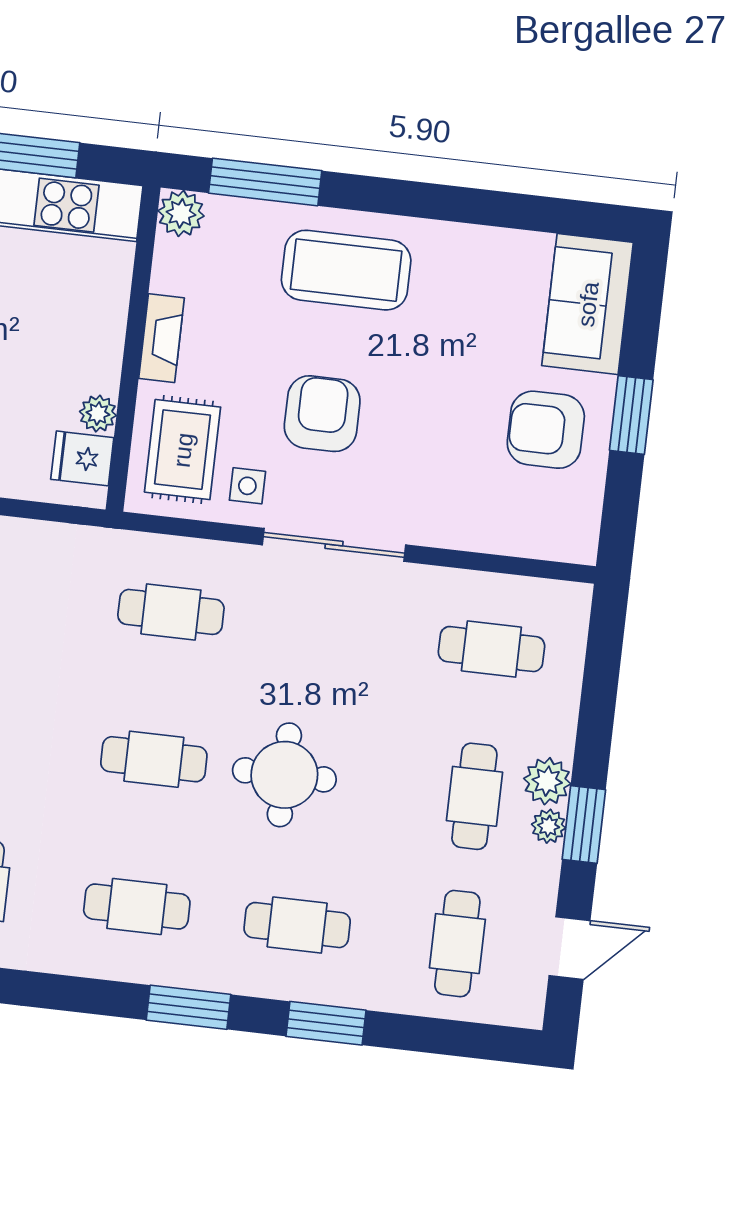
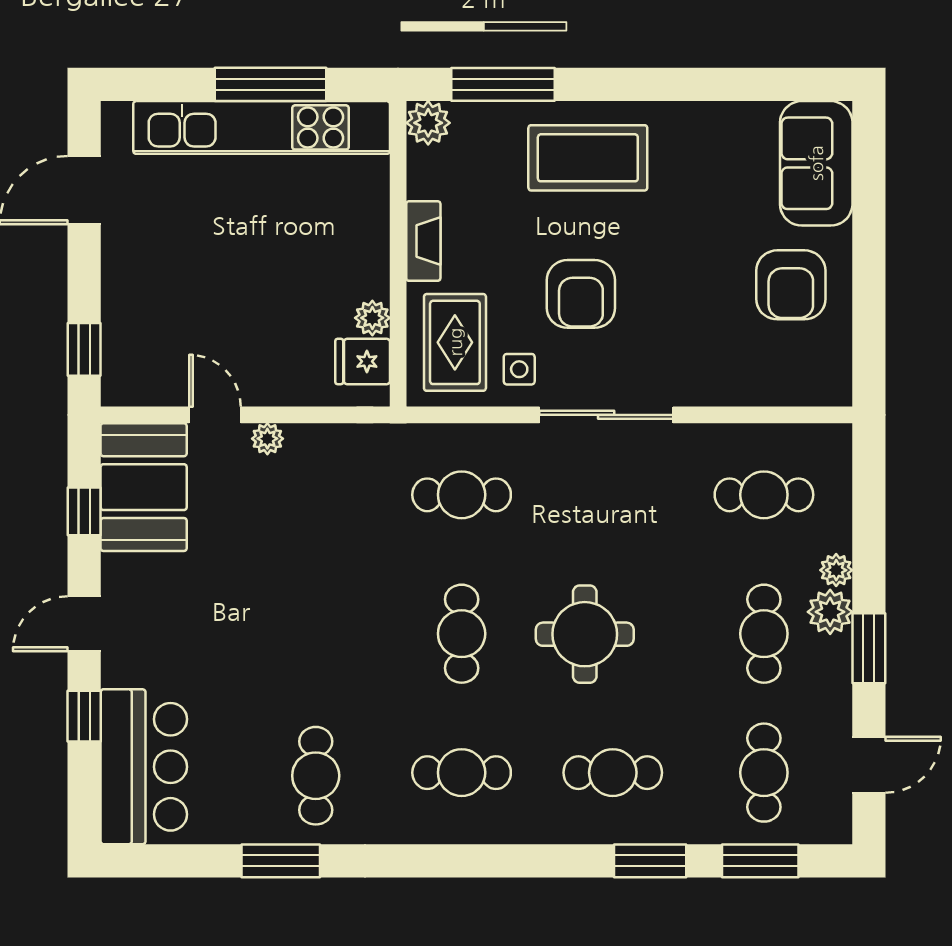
armchair: (322, 414) -> (581, 294), turned 180
window: (631, 415) -> (869, 262), removed
armchair: (546, 430) -> (791, 285), turned -90
cafe table: (154, 759) -> (462, 634), turned 90
plant: (549, 826) -> (836, 570), moved
window: (189, 1007) -> (760, 861), moved

